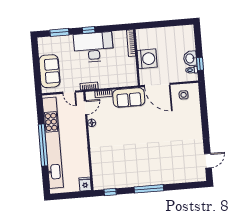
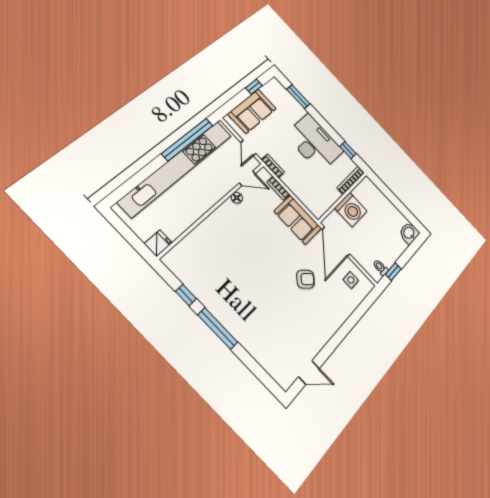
window: (89, 30) -> (348, 150), moved
window: (36, 57) -> (254, 87), added
washbasin: (190, 58) -> (409, 233), moved
armchair: (162, 121) -> (305, 279), added
window: (43, 145) -> (187, 139), moved
window: (110, 192) -> (186, 295), moved

